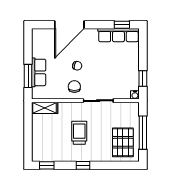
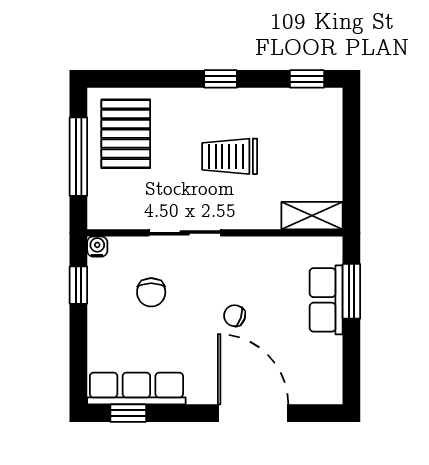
door: (69, 25) -> (253, 413), hinge flipped
chair: (74, 87) -> (151, 292), moved
trolley: (79, 133) -> (230, 156), turned 90

